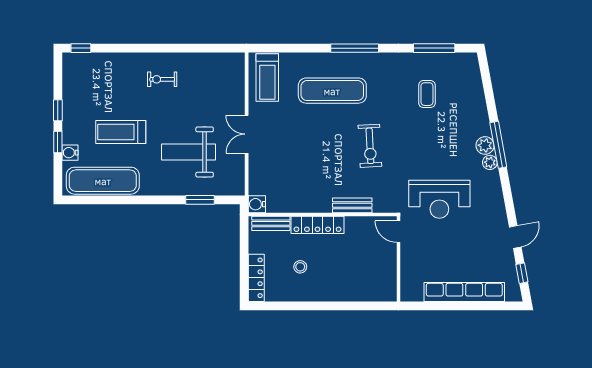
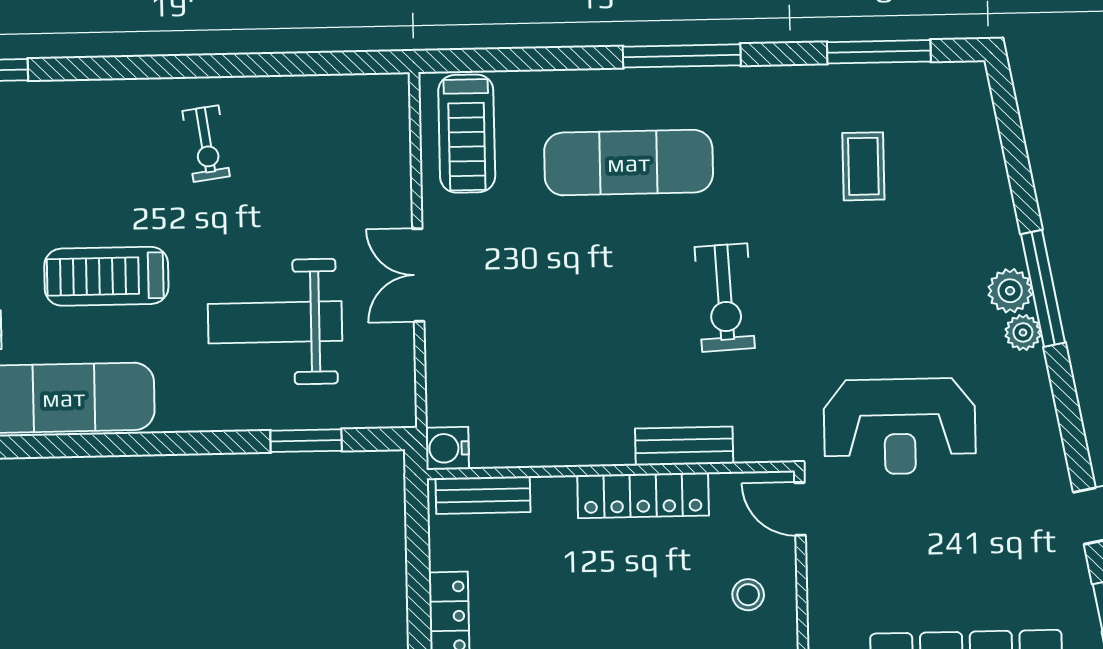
exercise bike: (162, 79) -> (206, 144), turned -98
locker: (318, 225) -> (643, 495), moved
stool: (300, 267) -> (748, 595), moved

